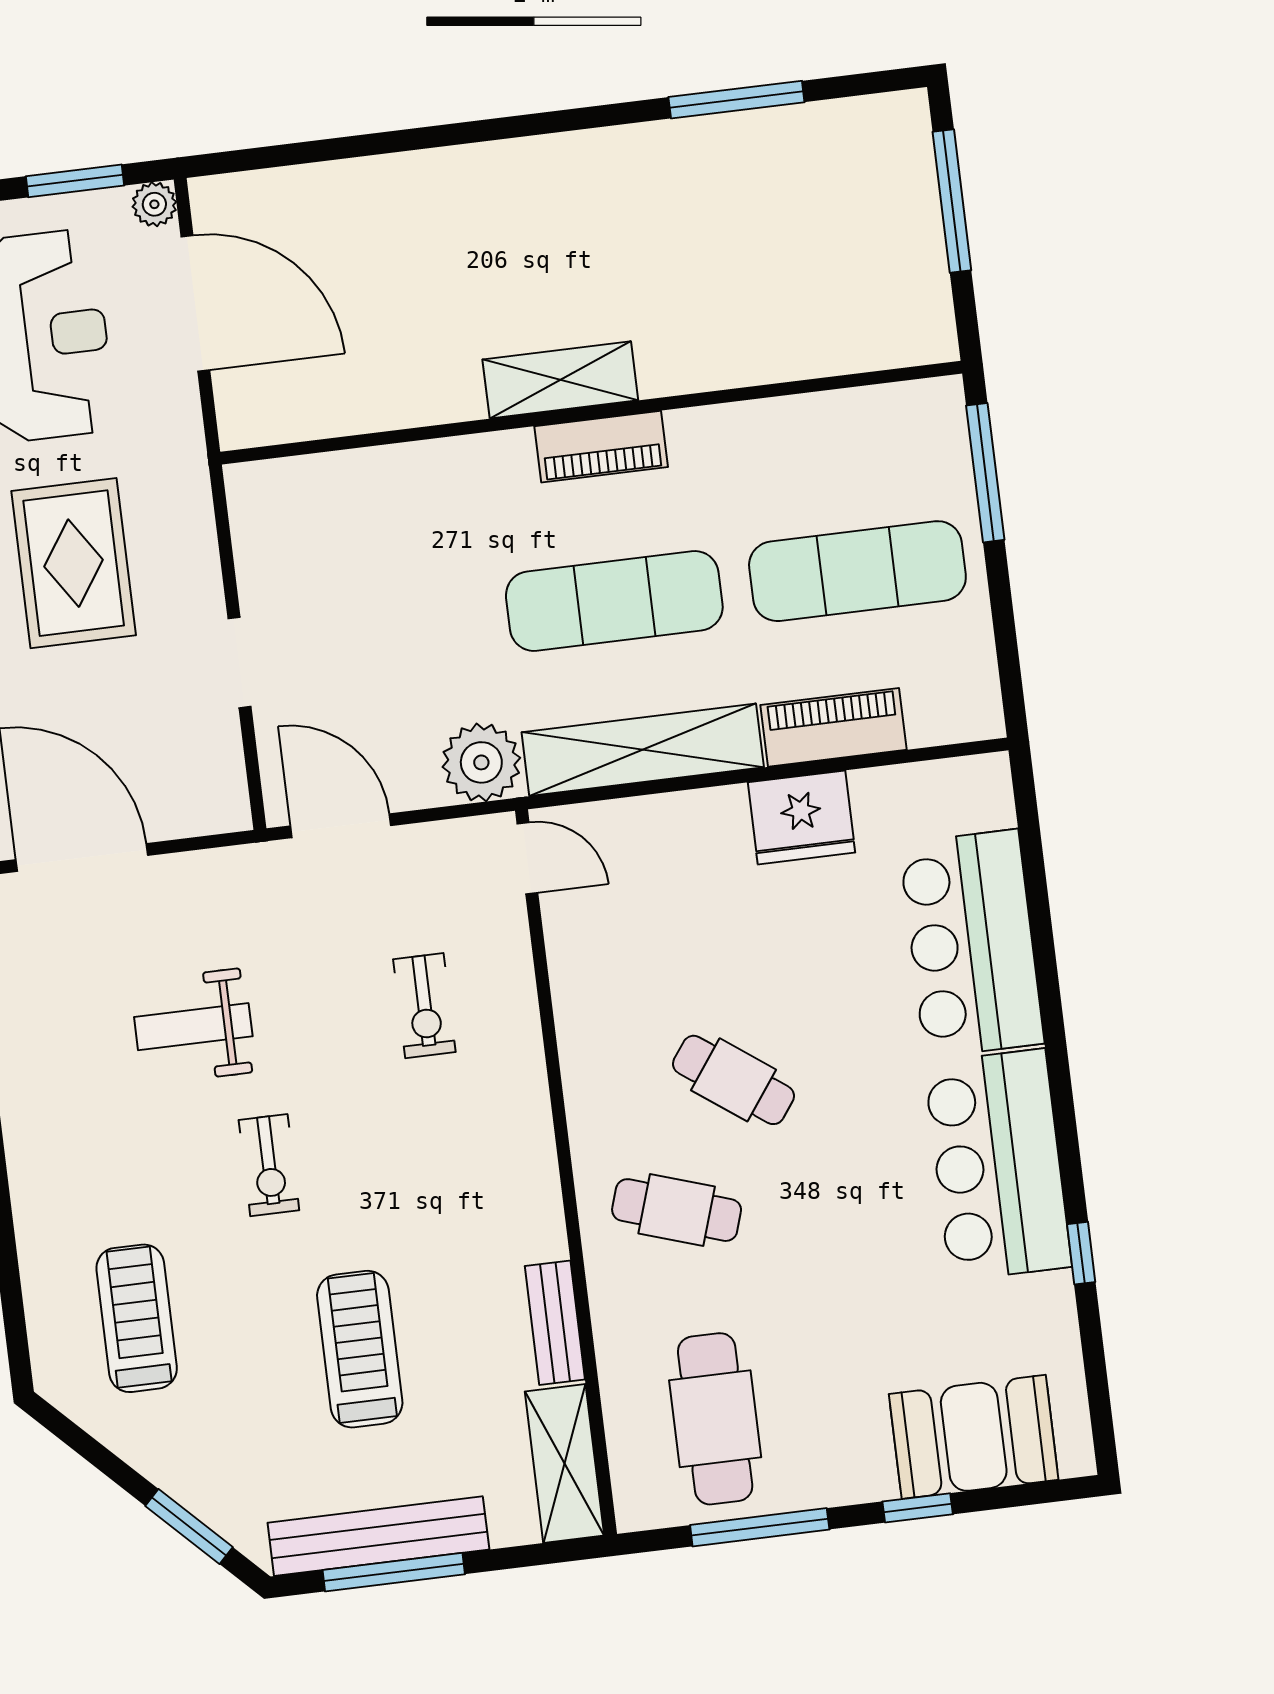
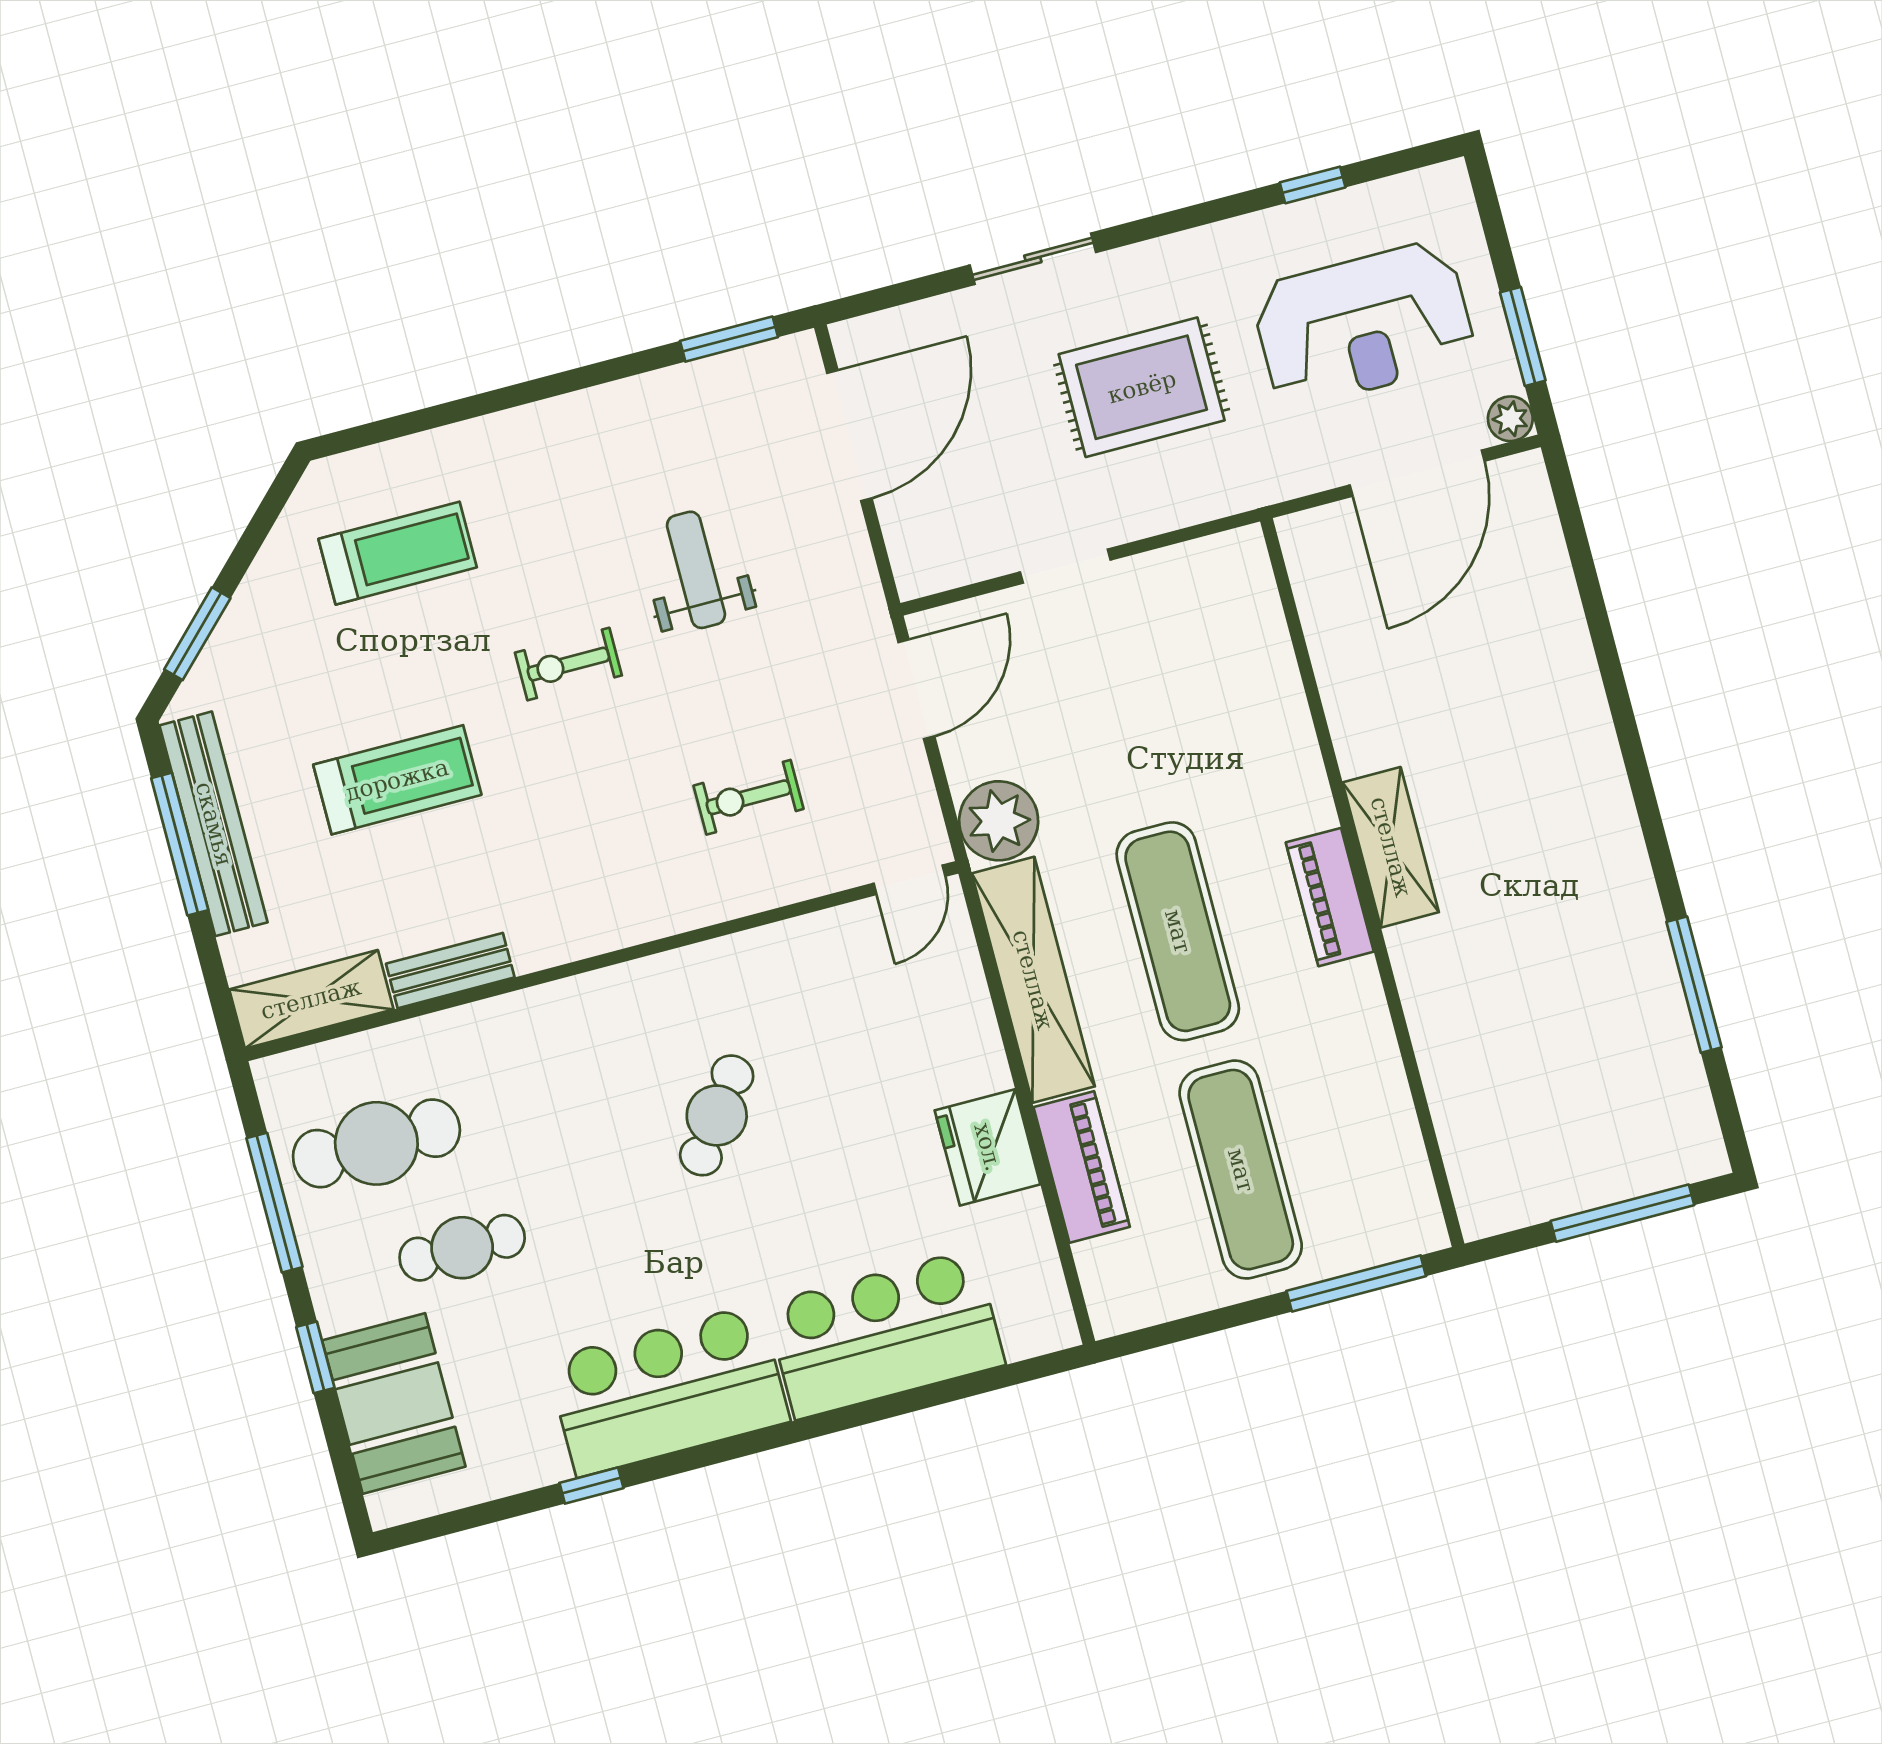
cafe table: (677, 1210) -> (462, 1248), moved, turned 72

